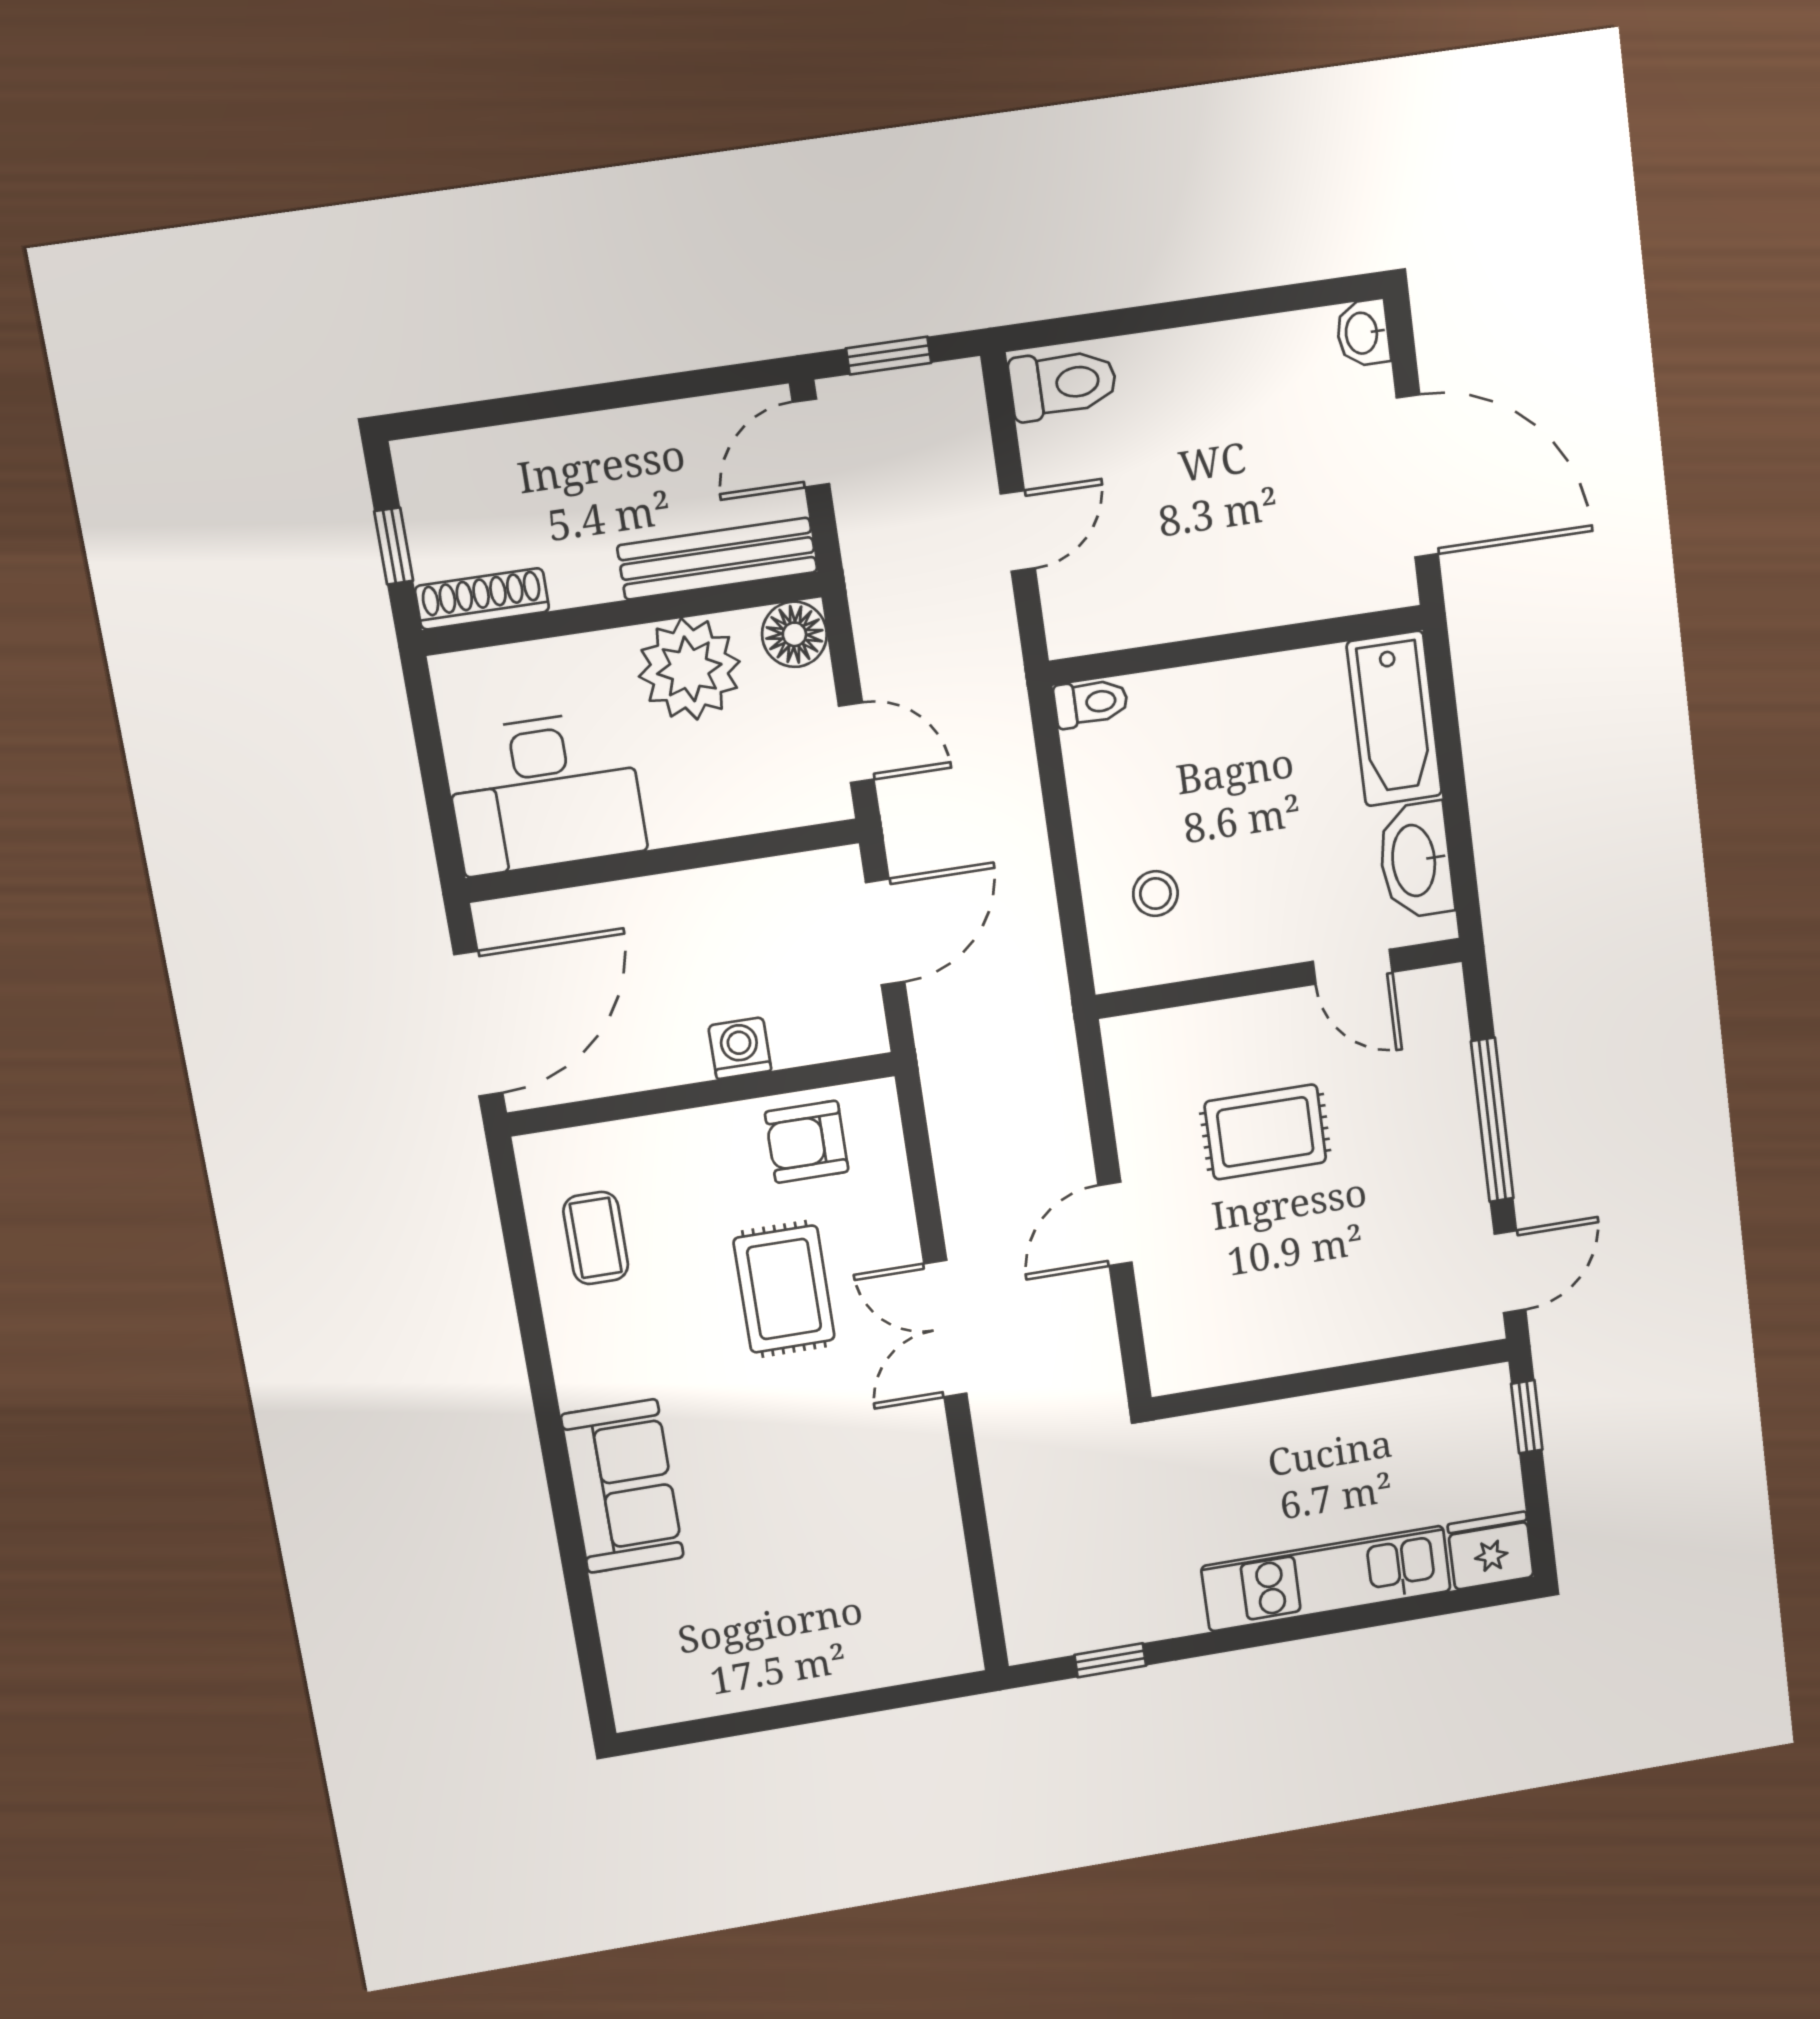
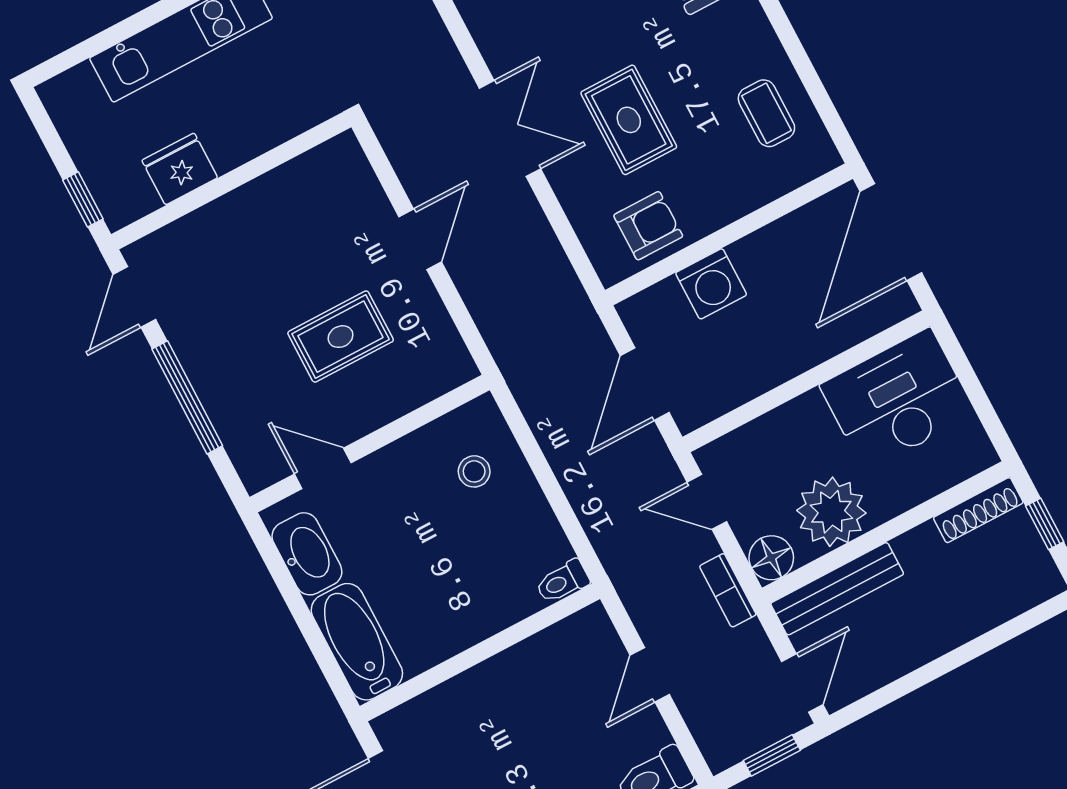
bookcase: (870, 610) -> (728, 590), added
washing machine: (740, 1048) -> (711, 284), width x1.38, depth x1.38
fridge: (1491, 1551) -> (180, 169), moved, turned 180

